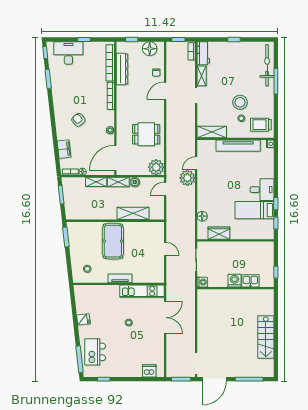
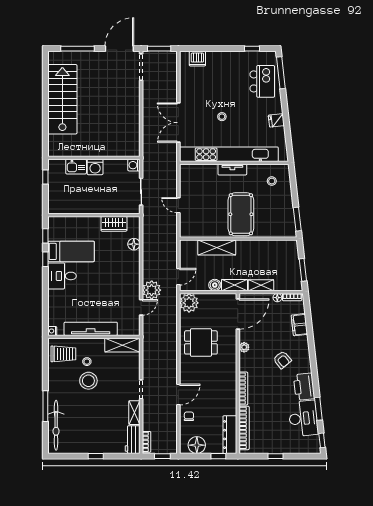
desk: (68, 53) -> (303, 418), moved, turned -96
dresser: (122, 69) -> (230, 435), moved
printer: (60, 97) -> (304, 387), added
kitchen unit: (142, 291) -> (229, 154), width x1.86
stairs: (266, 337) -> (62, 99), width x1.36, depth x1.51

